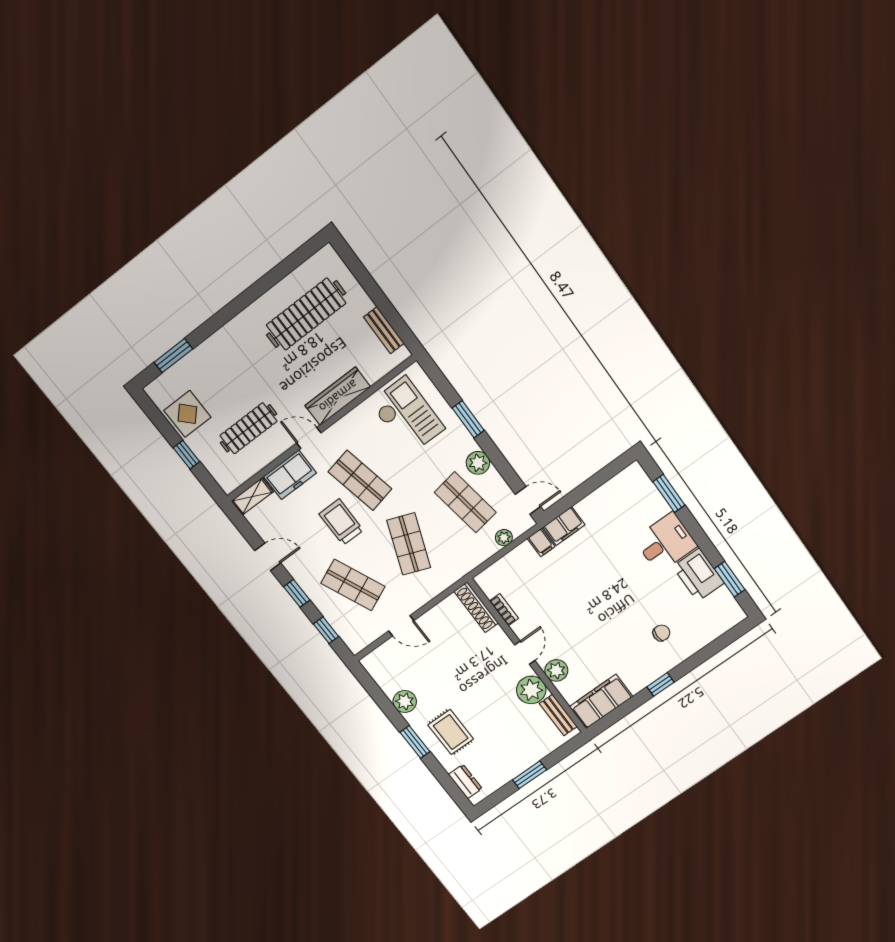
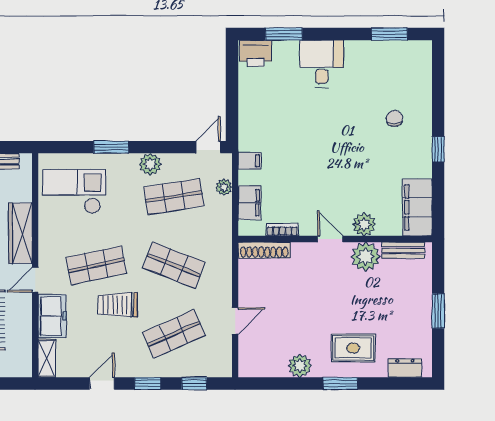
filing cabinet: (564, 526) -> (249, 203), moved
printer: (699, 575) -> (256, 53), moved, width x0.73, depth x0.84

